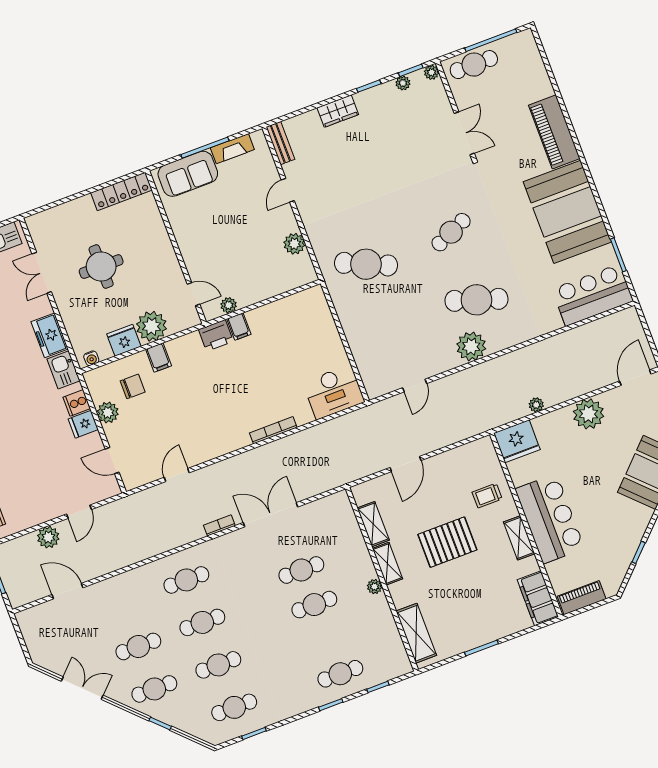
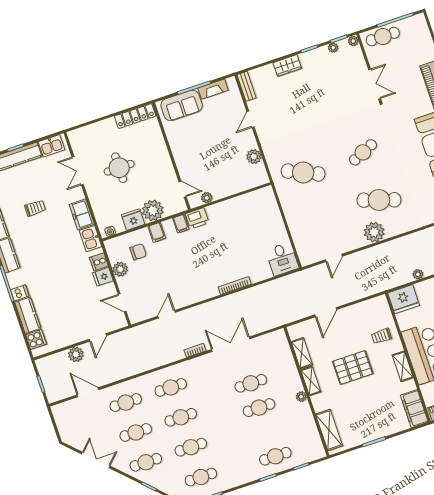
filing cabinet: (239, 326) -> (181, 224), moved
desk: (334, 392) -> (282, 259), width x0.73
cafe table: (122, 604) -> (126, 403), added

